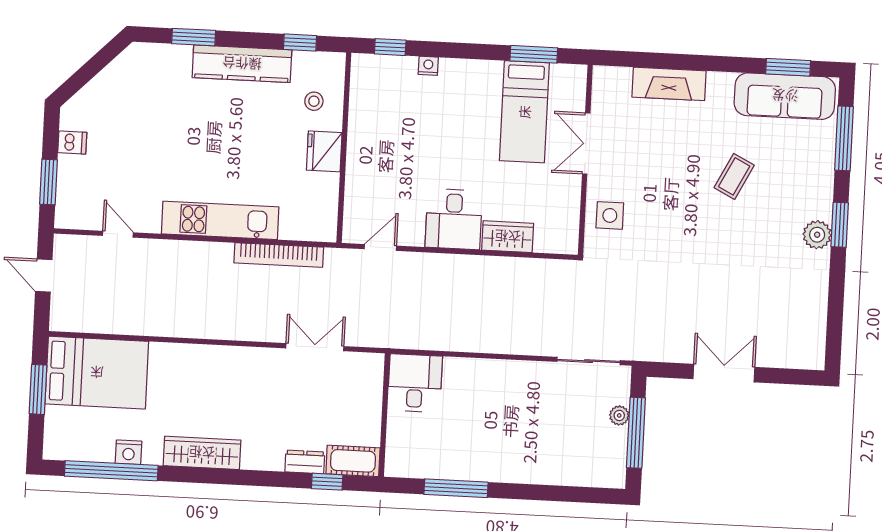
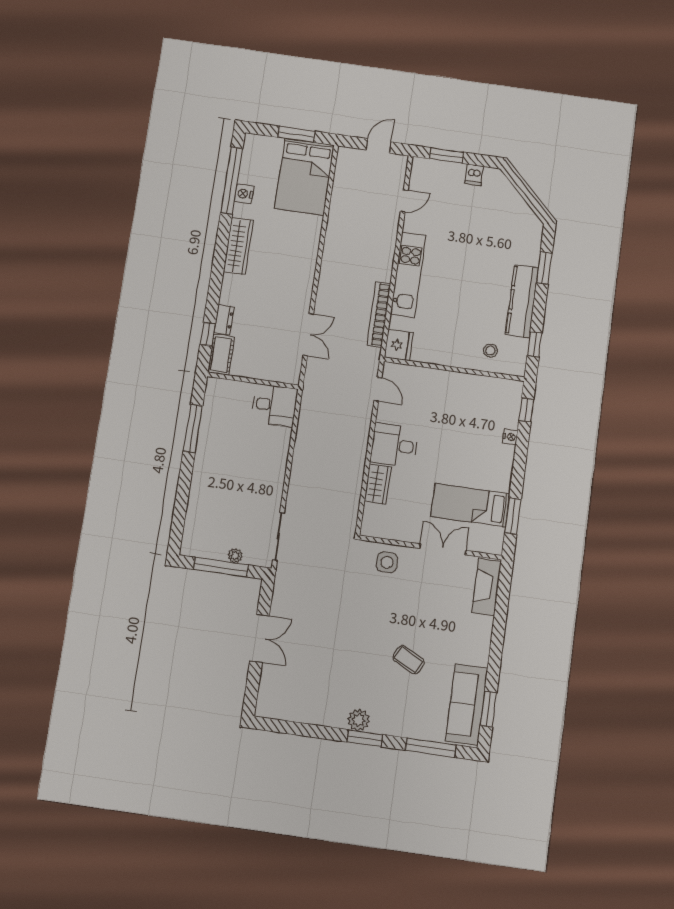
fireplace: (669, 84) -> (487, 587), moved
fridge: (324, 151) -> (399, 345), moved, turned 90

